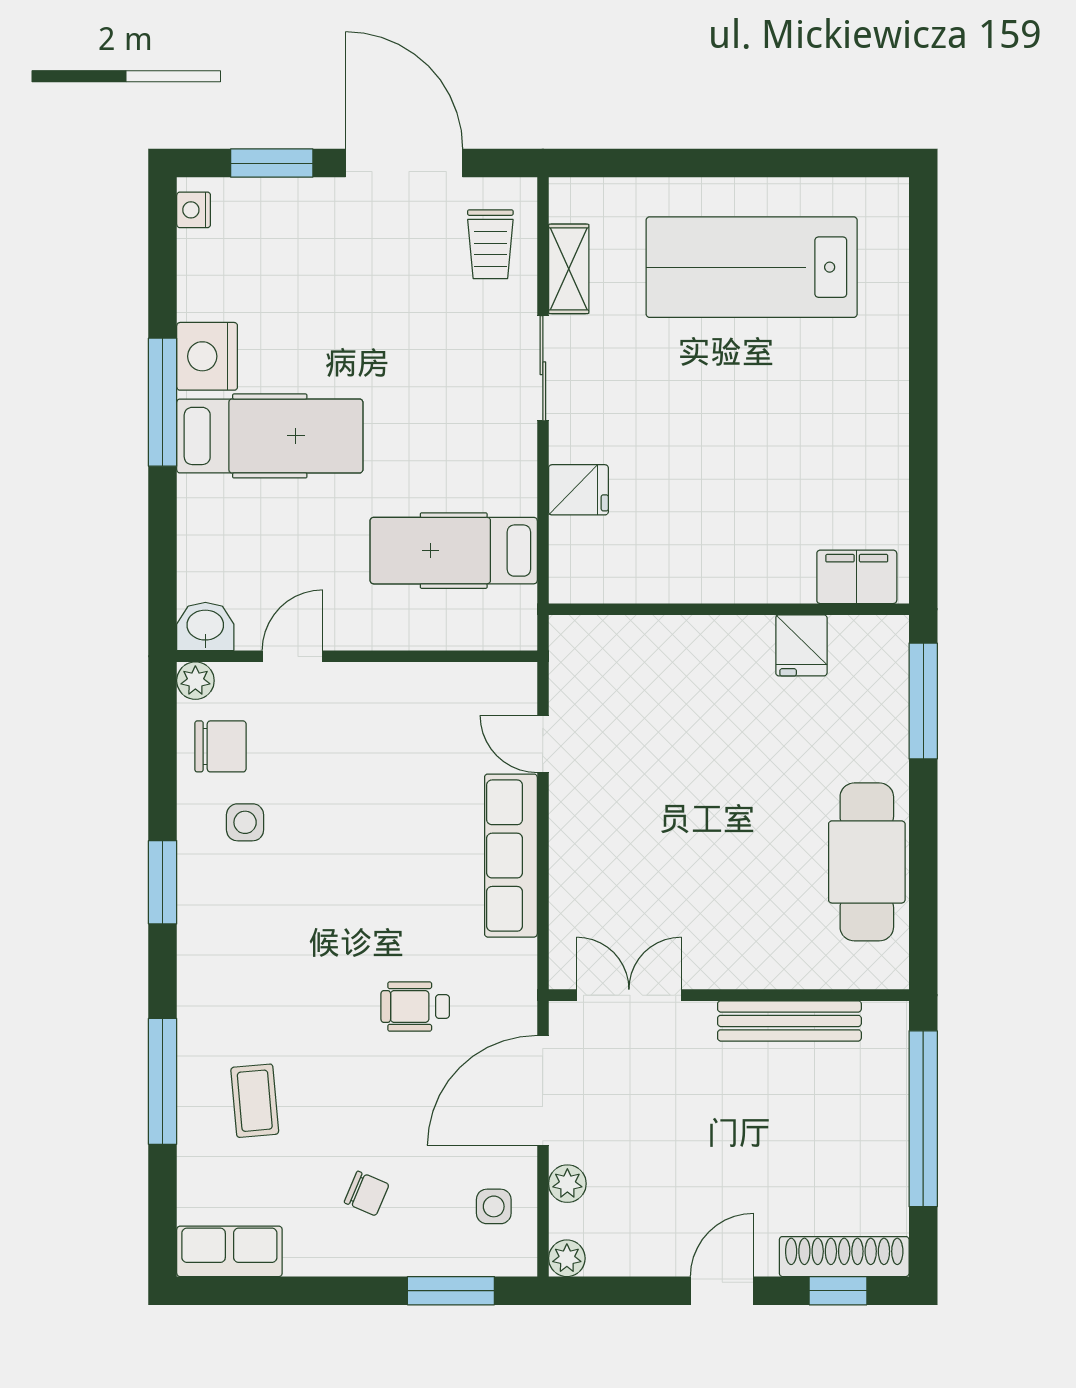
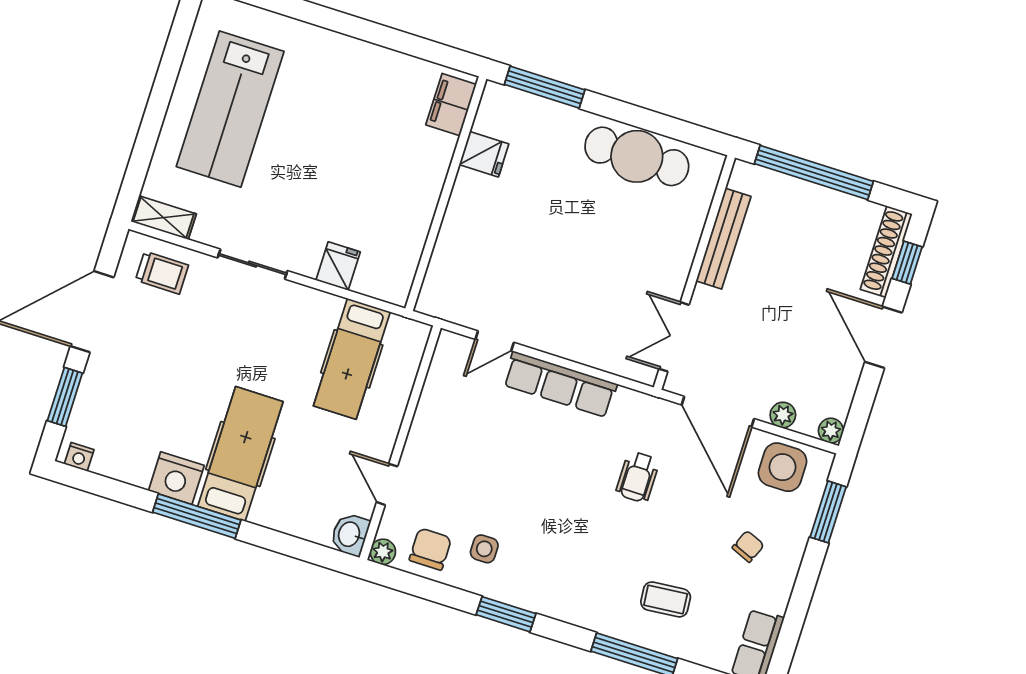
shelving: (569, 269) -> (163, 218), moved
side table: (494, 1206) -> (782, 467), width x1.87, depth x1.87
door: (722, 1291) -> (883, 337), width x1.38

